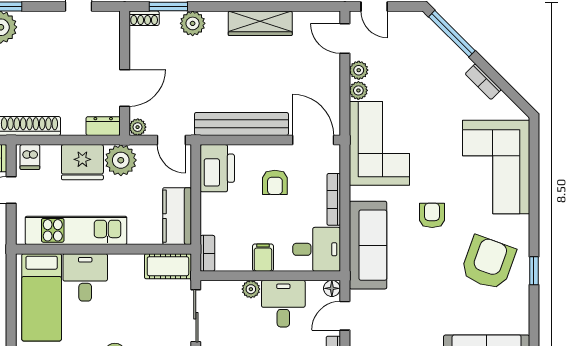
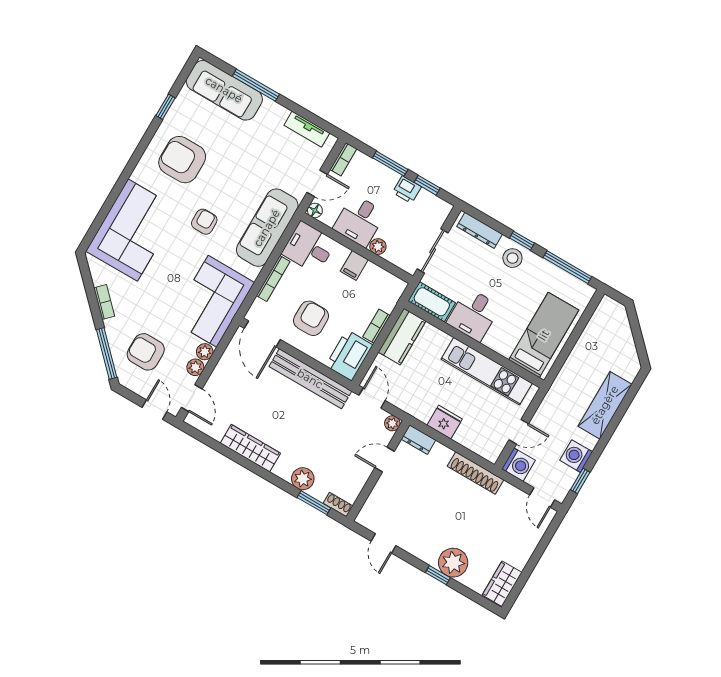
armchair: (415, 57) -> (146, 352), added
door: (125, 88) -> (385, 459), width x0.73
dishwasher: (30, 157) -> (489, 449), removed
plant: (121, 160) -> (420, 405), removed
fridge: (82, 162) -> (445, 422), width x0.73, depth x0.75
armchair: (275, 182) -> (311, 318), width x1.38, depth x1.38
armchair: (432, 215) -> (204, 222), turned 180
bookcase: (207, 253) -> (376, 326), moved
armchair: (488, 263) -> (182, 160), turned 70
window: (534, 271) -> (165, 107), moved
desk: (85, 277) -> (473, 315), moved

